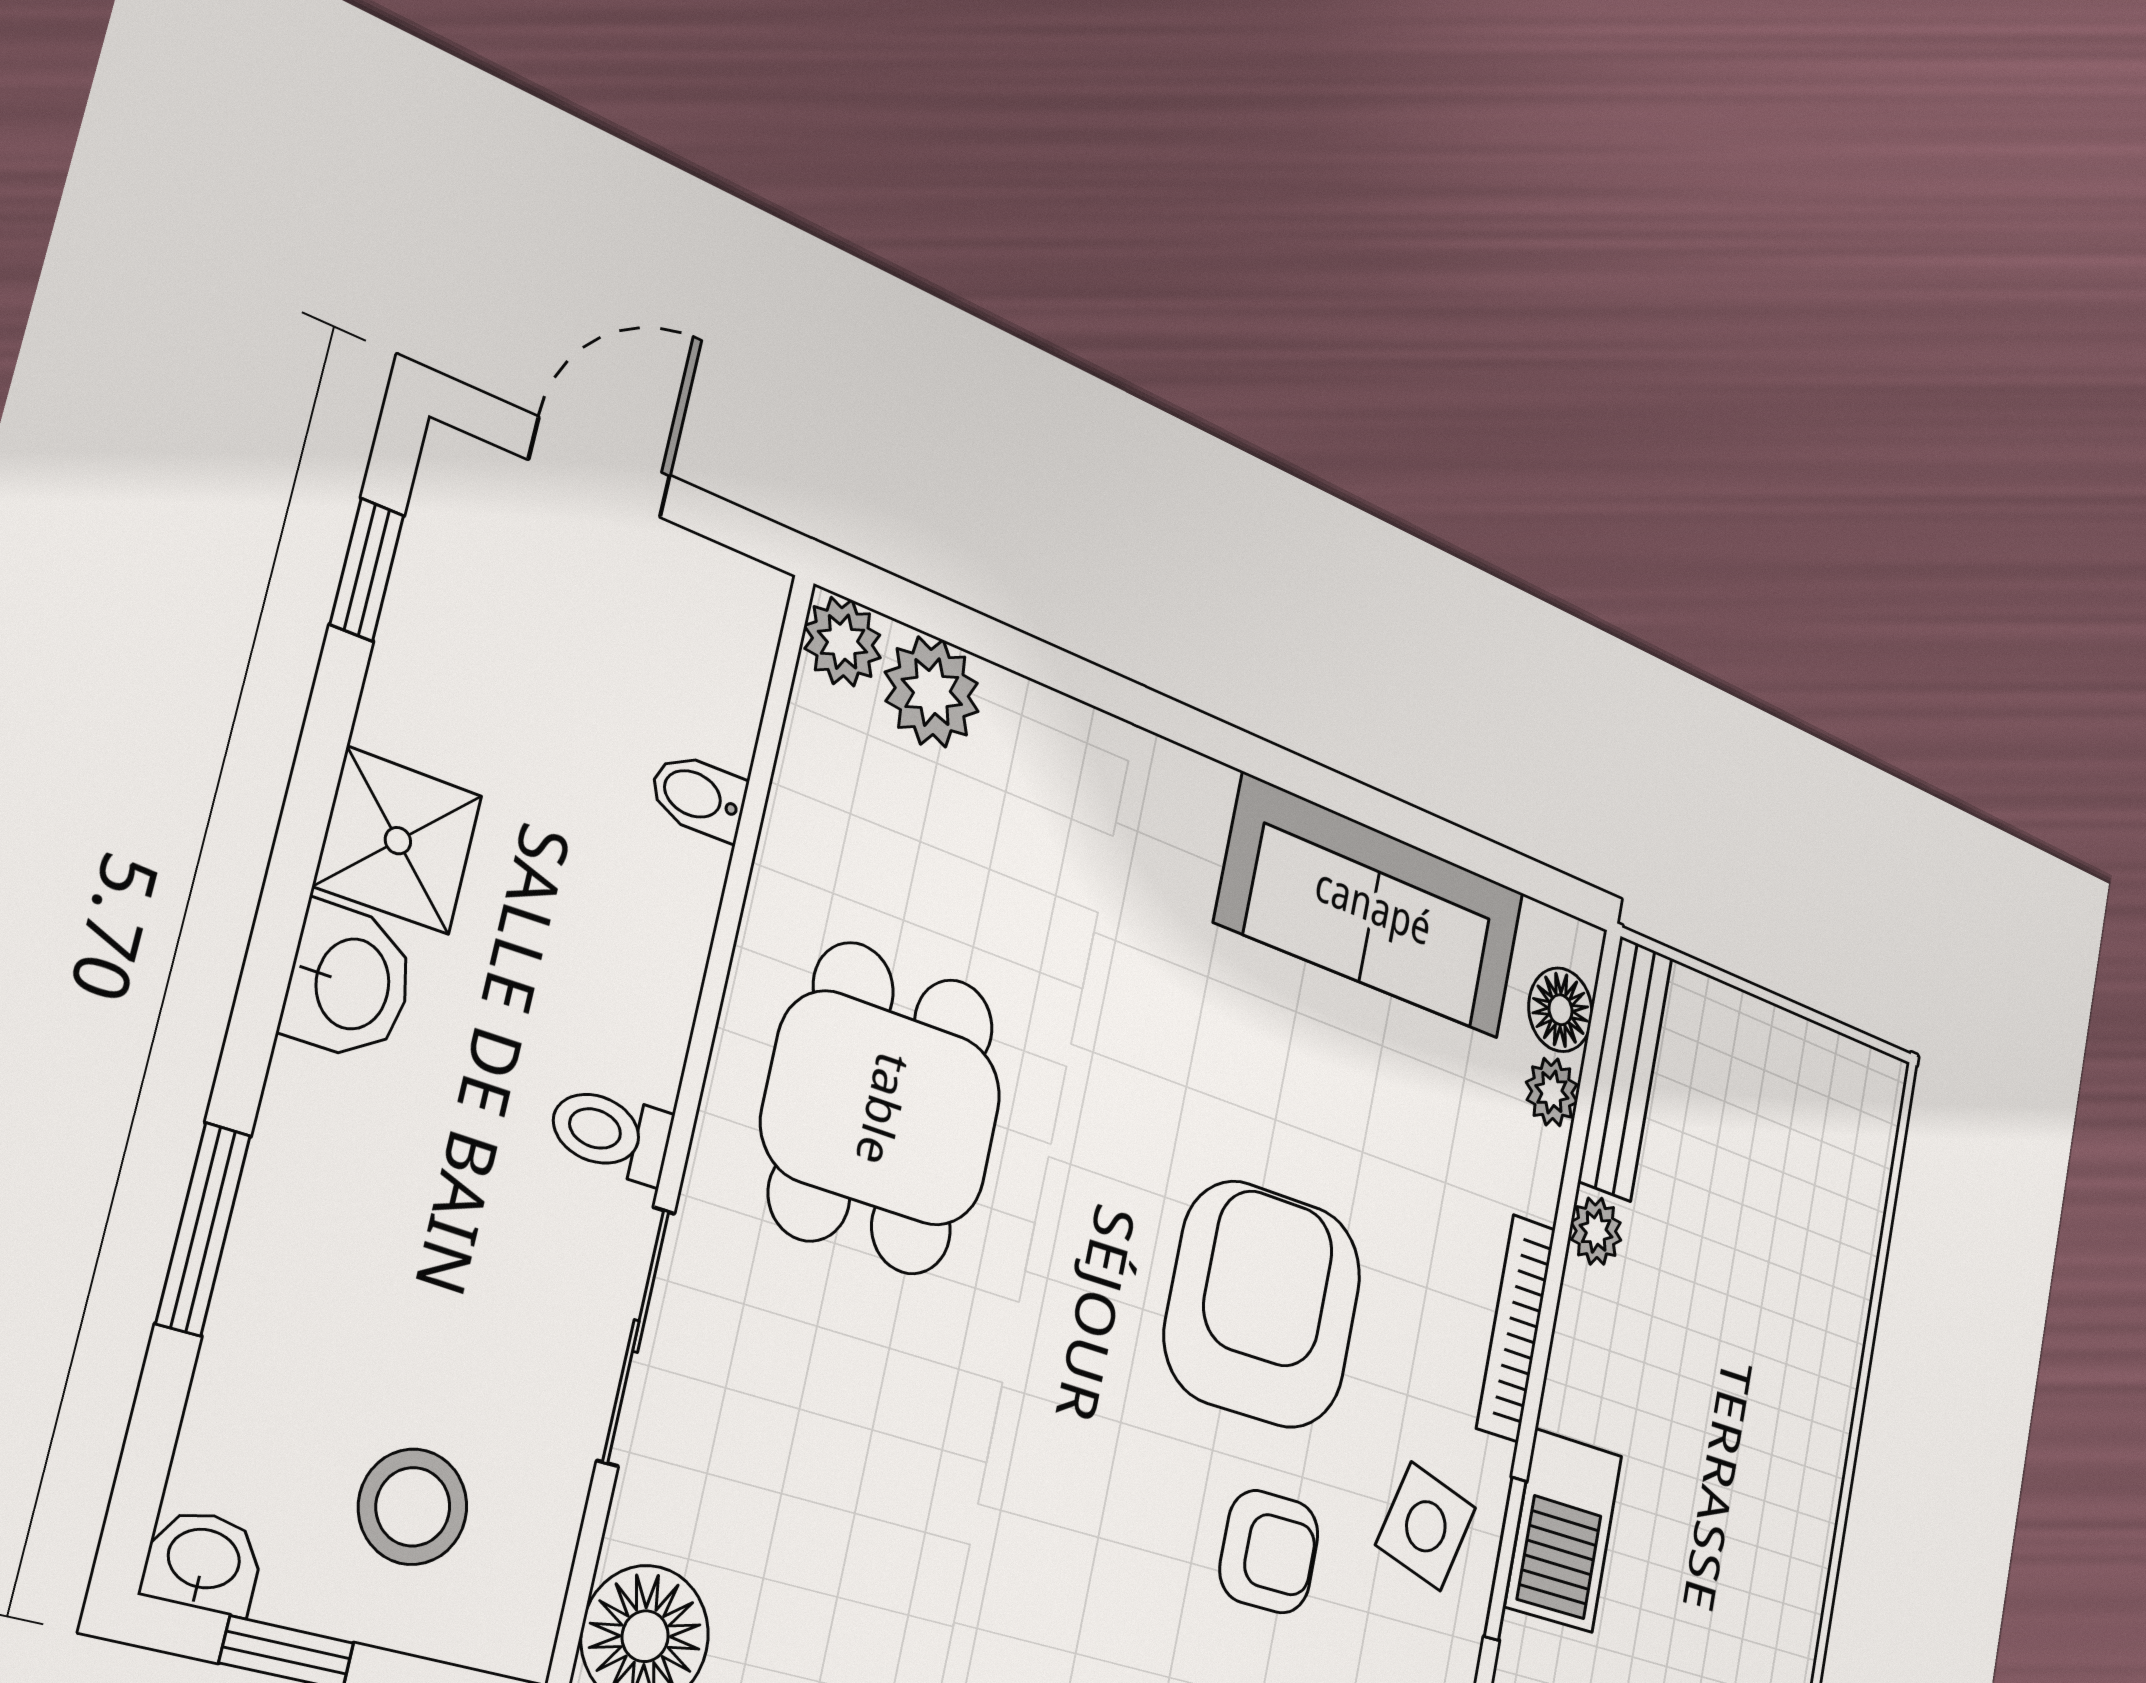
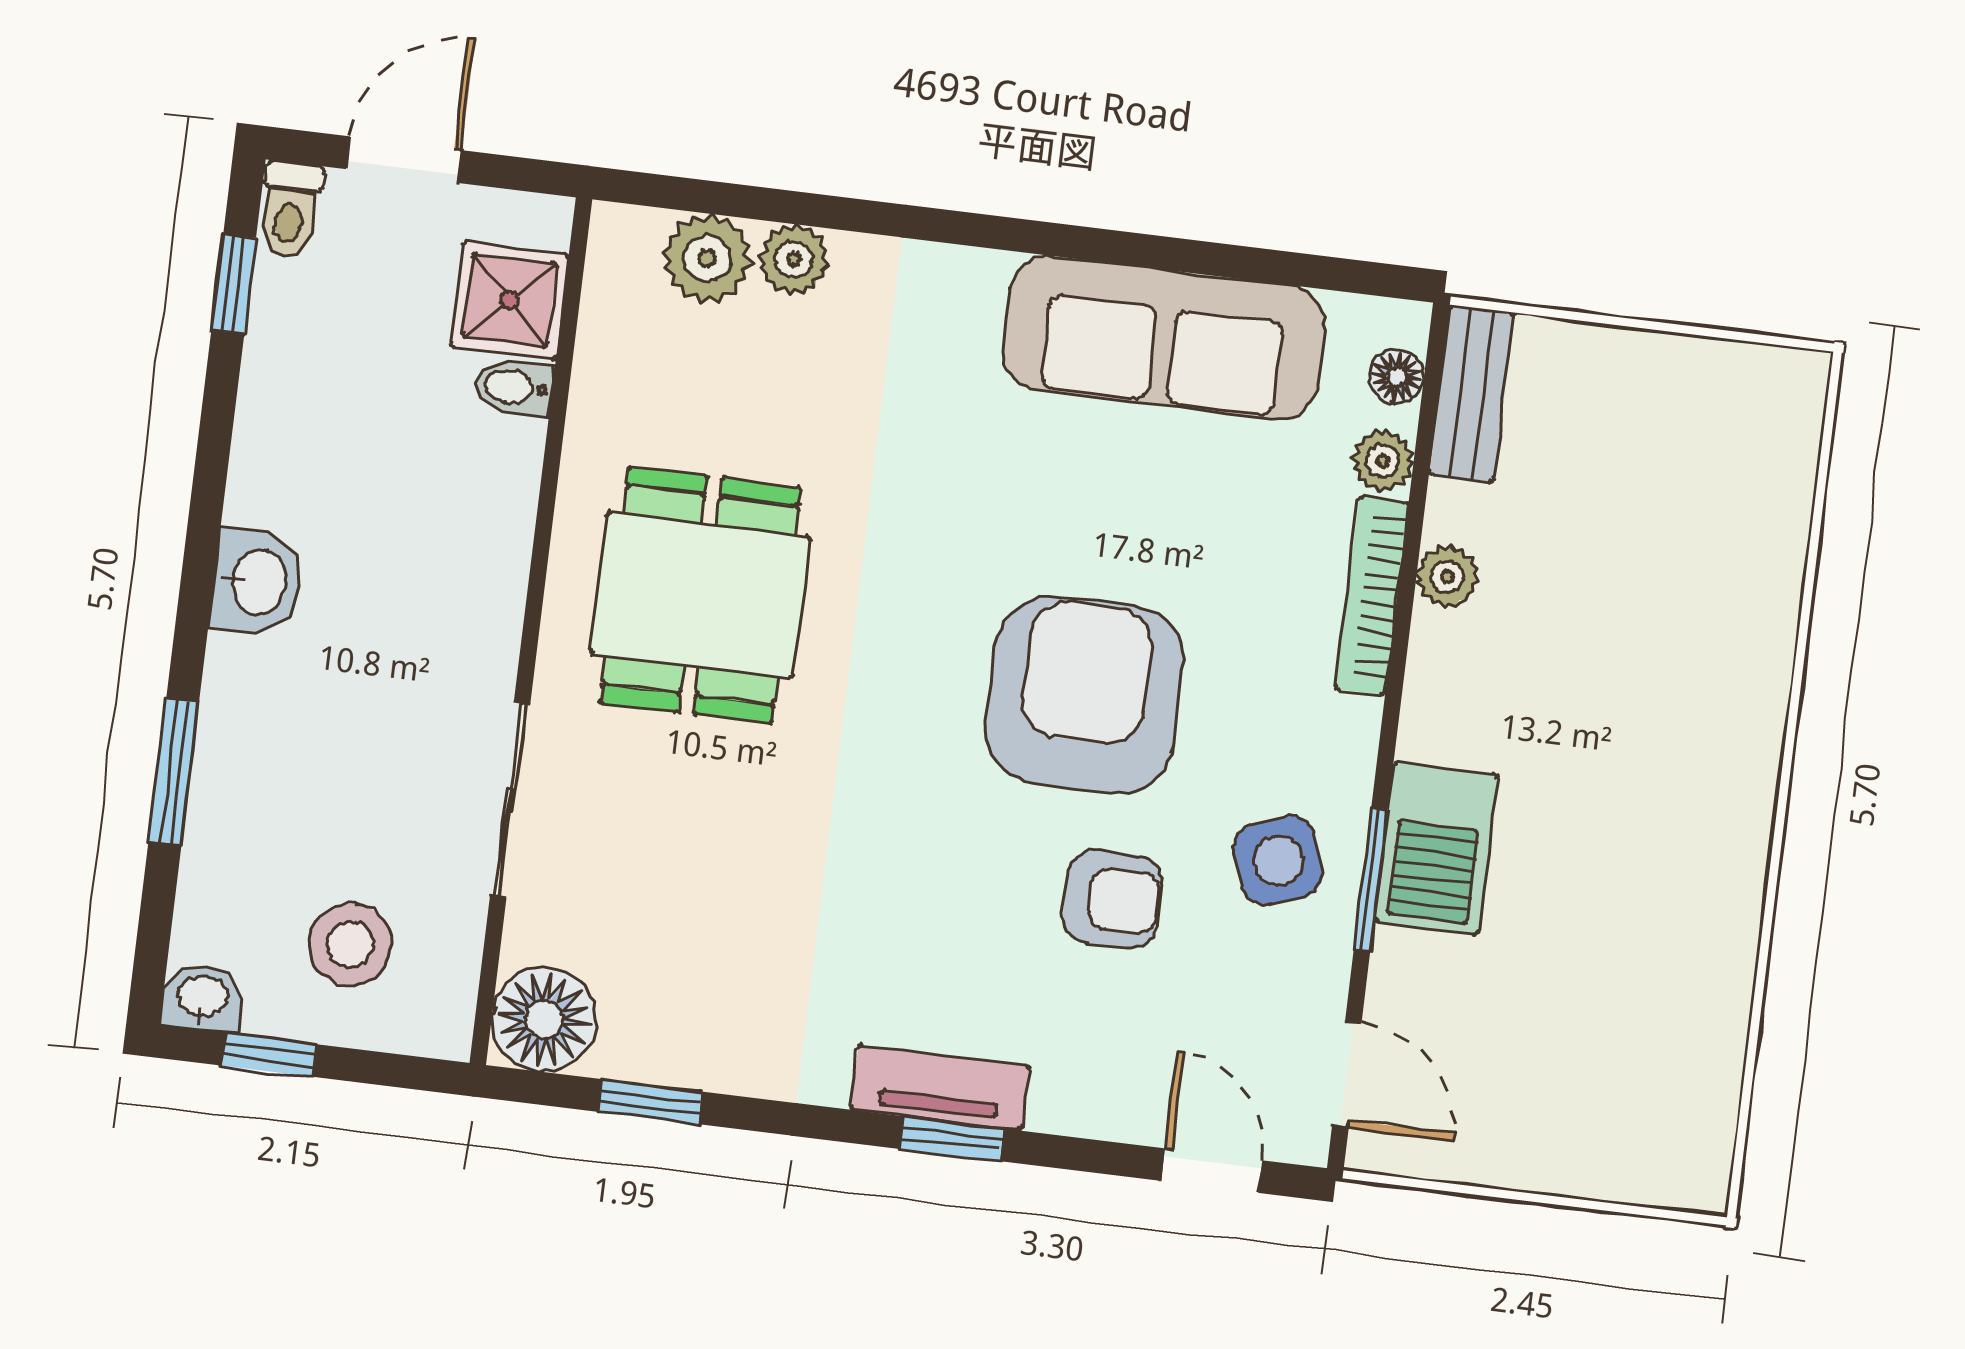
plant: (843, 642) -> (794, 260), moved
shower: (398, 841) -> (510, 300), moved
floor lamp: (1561, 1010) -> (1397, 377), width x0.73, depth x0.73
bench: (1625, 1069) -> (1472, 393), width x0.73
toilet: (611, 1134) -> (290, 210), moved, turned -90
bookcase: (1516, 1328) -> (1372, 595), moved
side table: (1426, 1526) -> (1278, 861), turned -37

